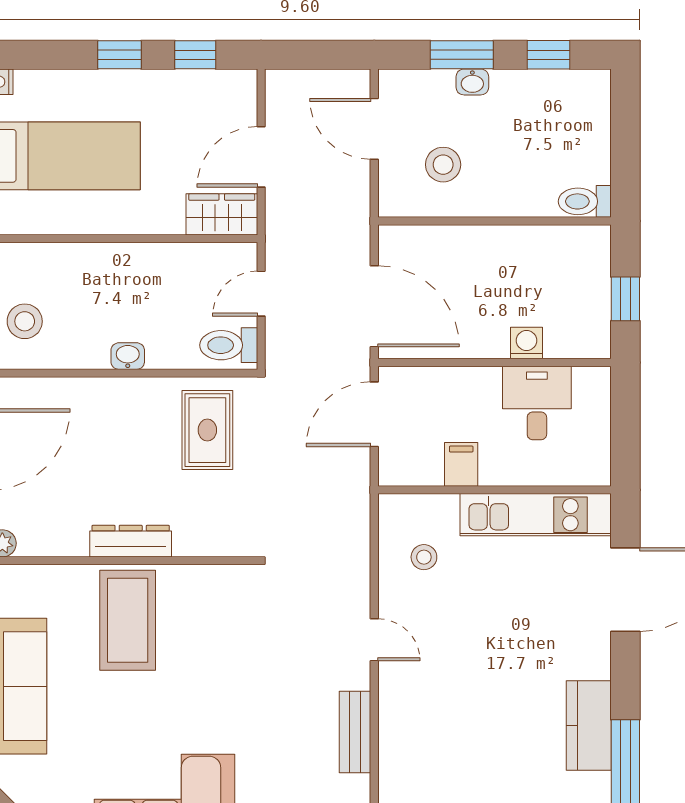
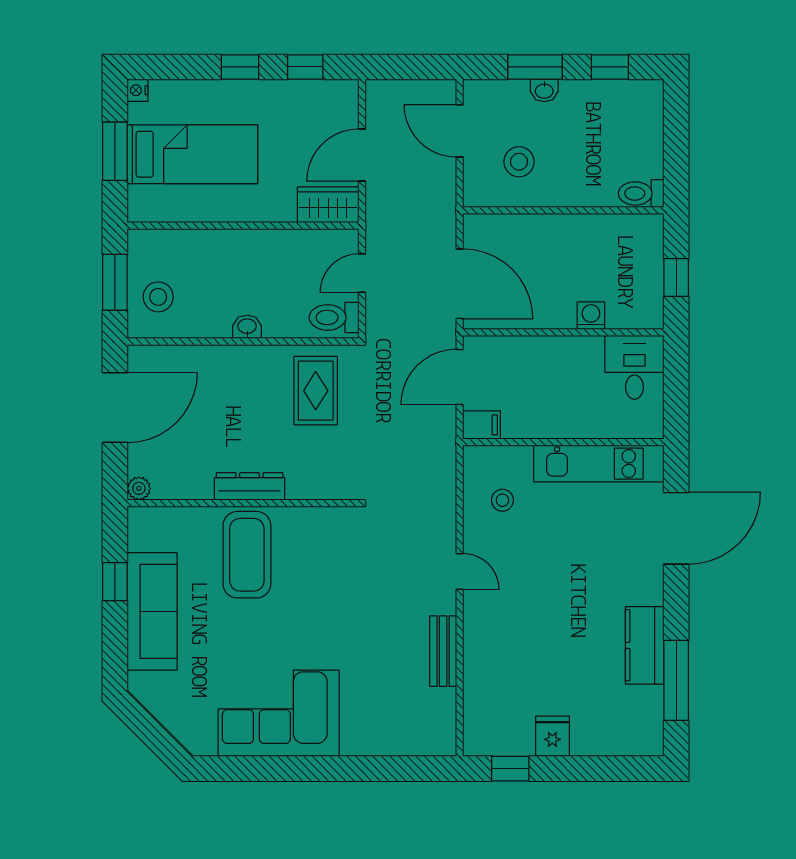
desk: (537, 403) -> (634, 367), moved
filing cabinet: (461, 464) -> (482, 425), moved, turned 90

